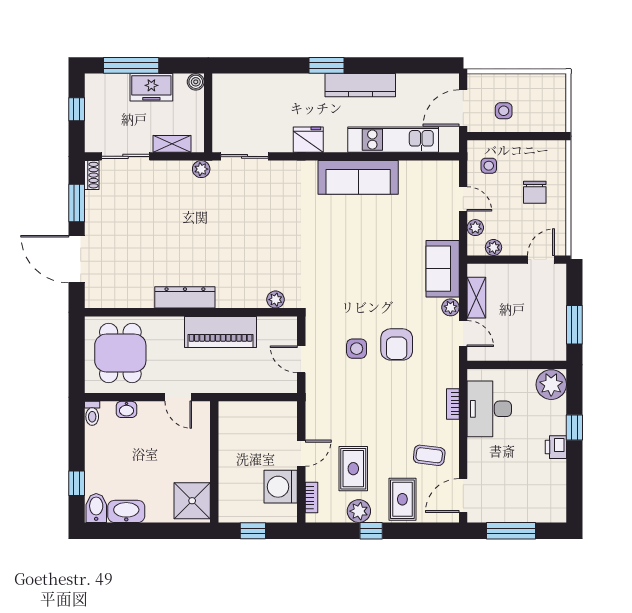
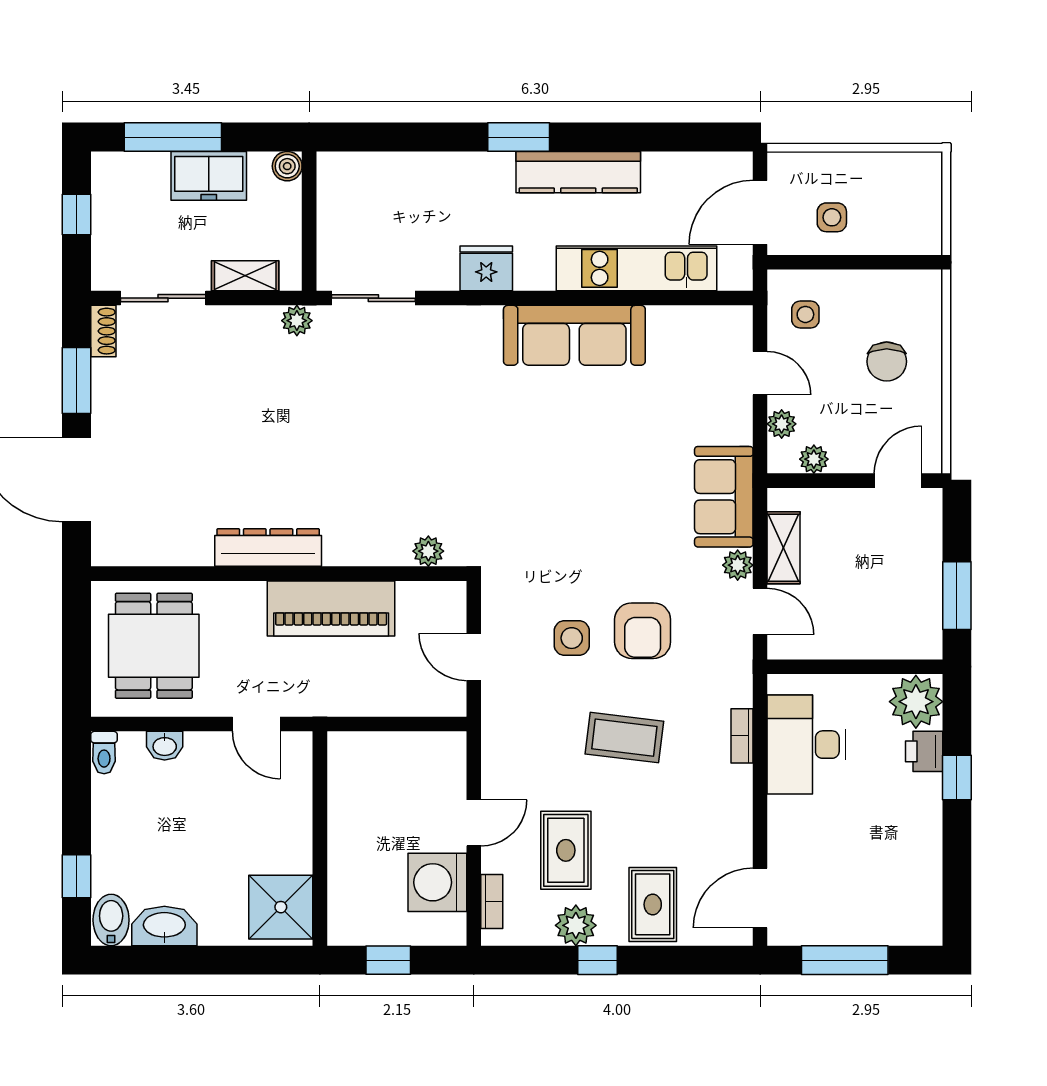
printer: (556, 447) -> (924, 751), moved
coffee table: (429, 455) -> (624, 738), moved, width x1.36, depth x1.30

